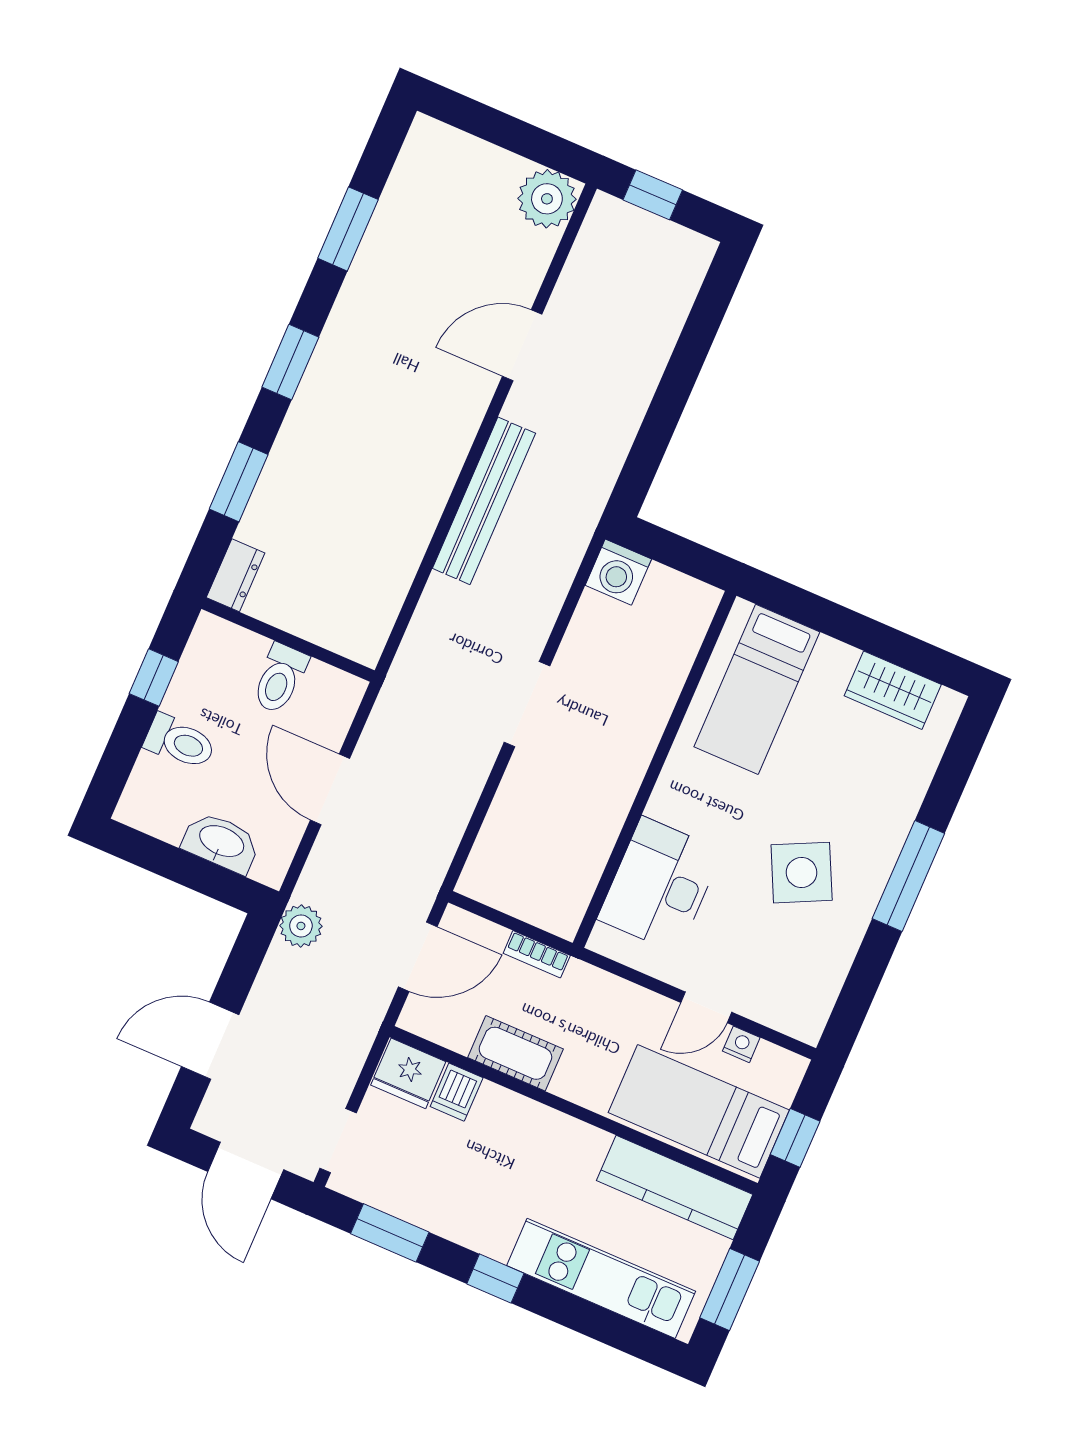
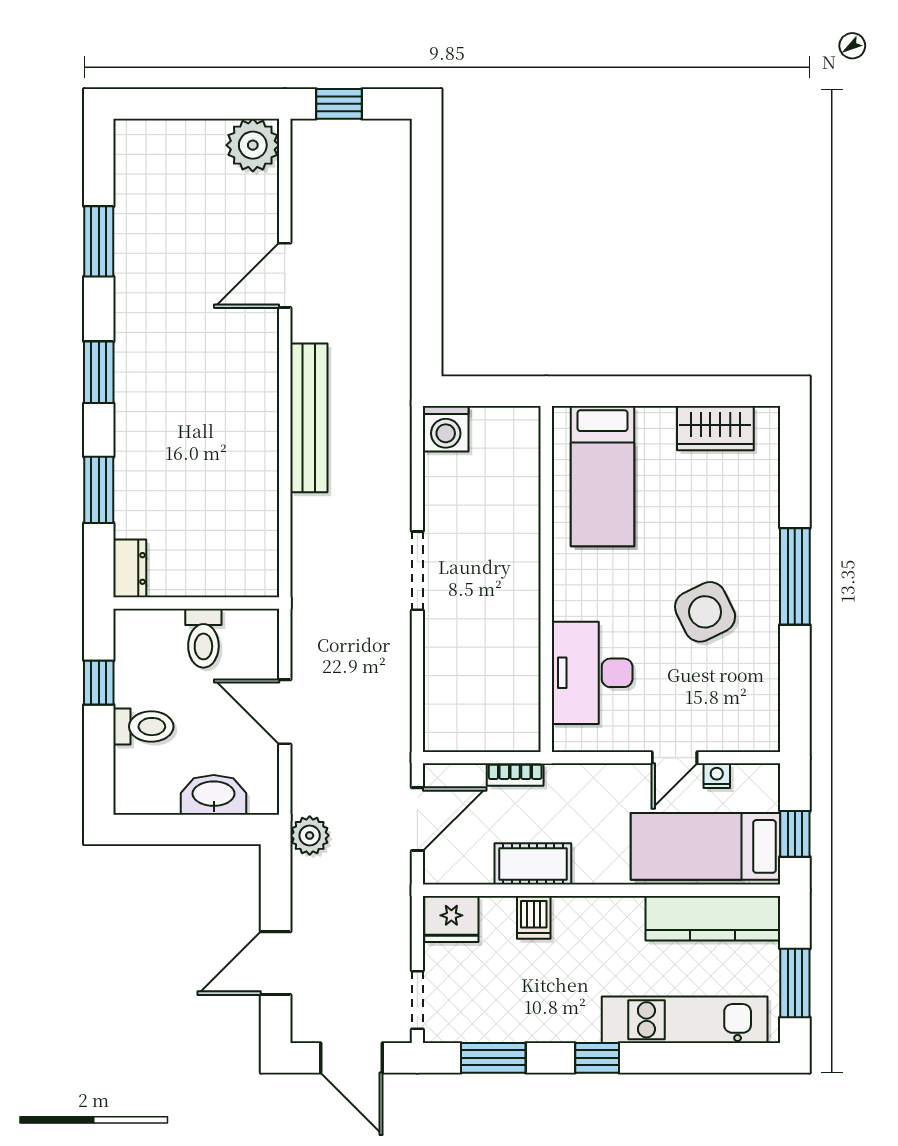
dishwasher: (457, 1092) -> (534, 917), moved

